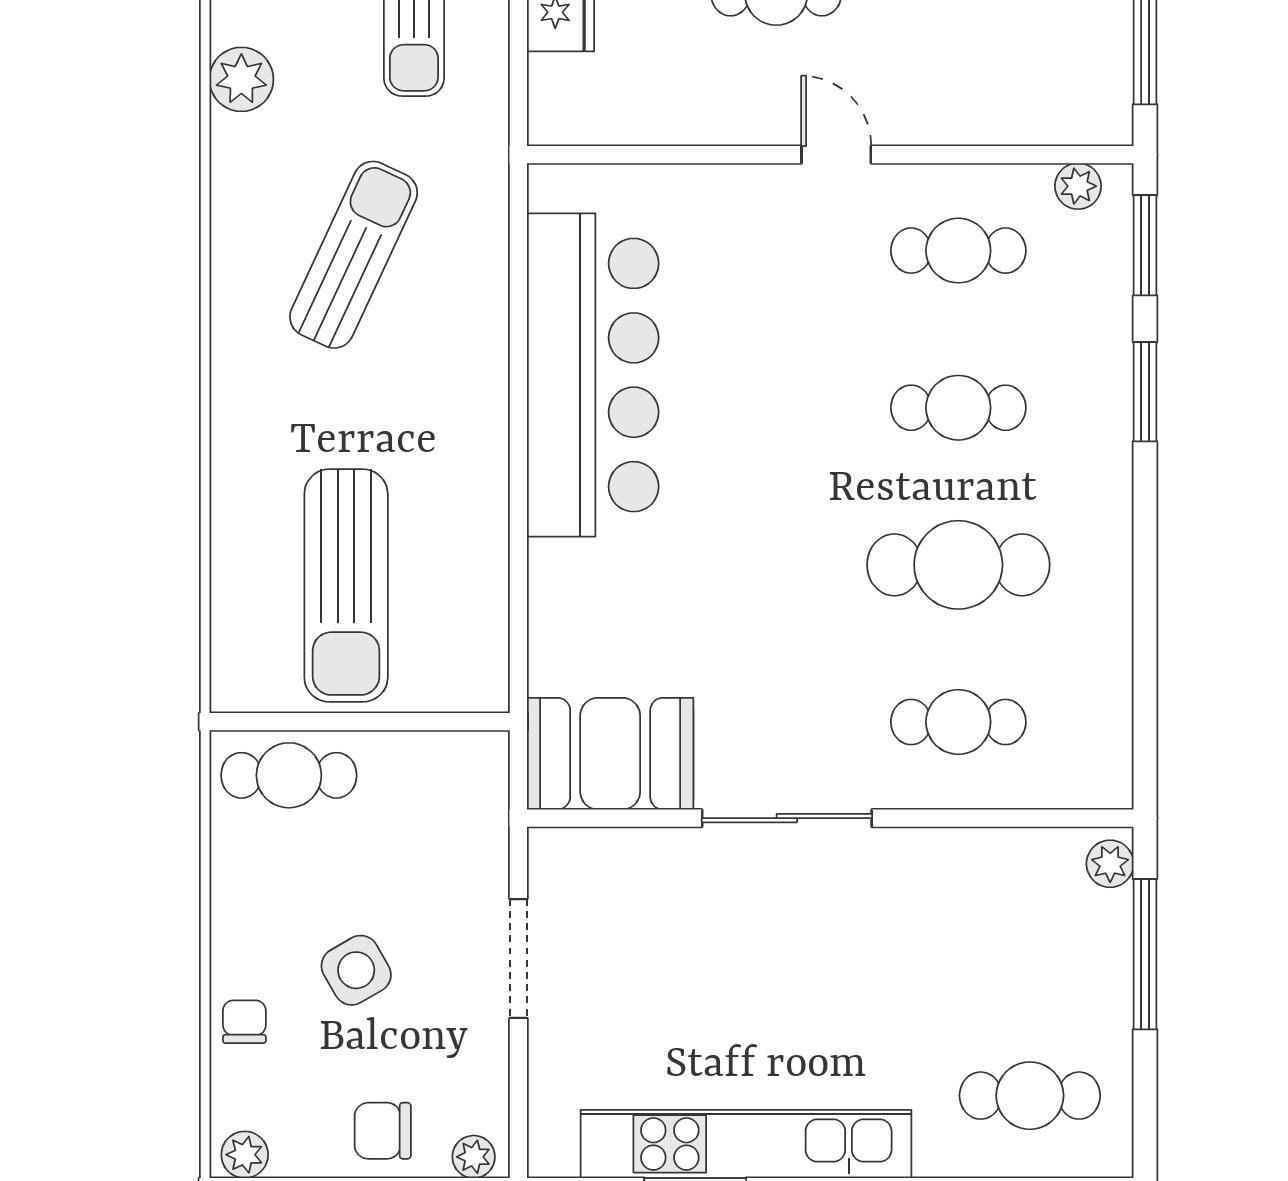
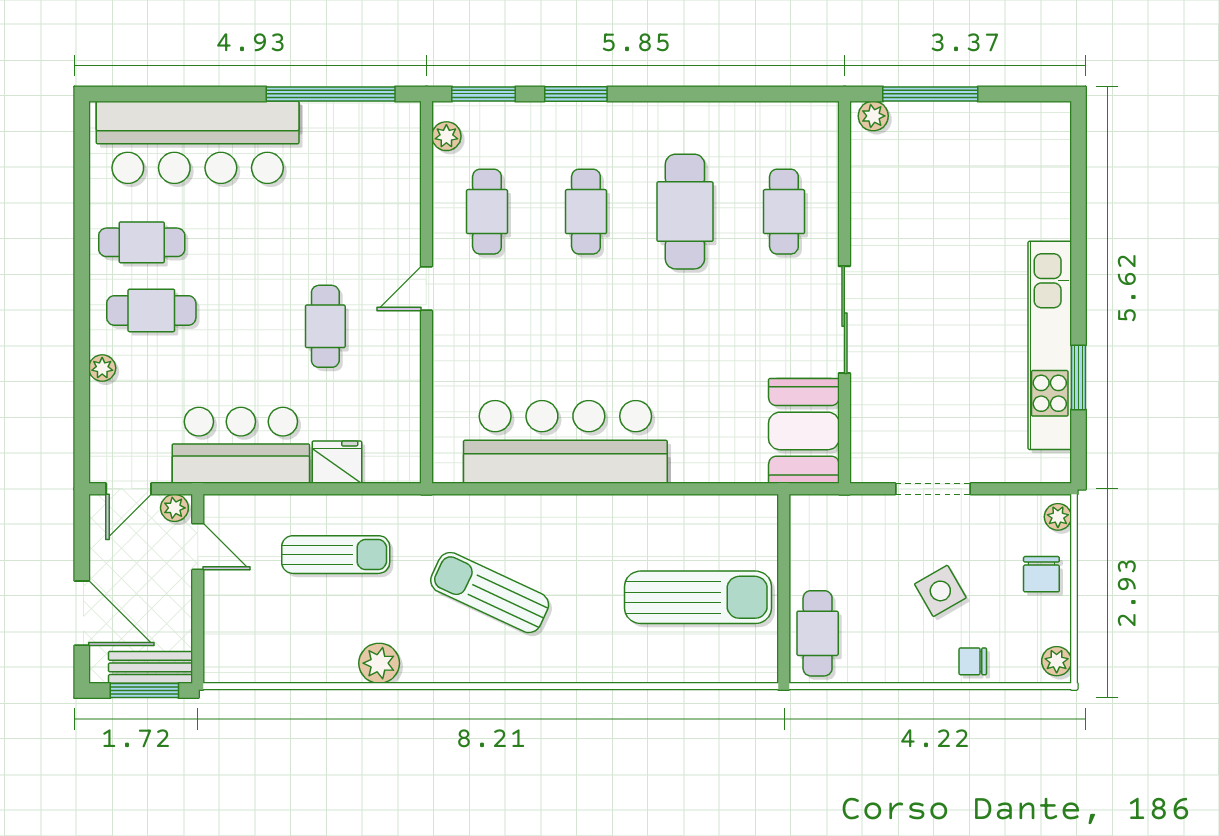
cafe table: (1030, 1096) -> (1019, 167), removed

